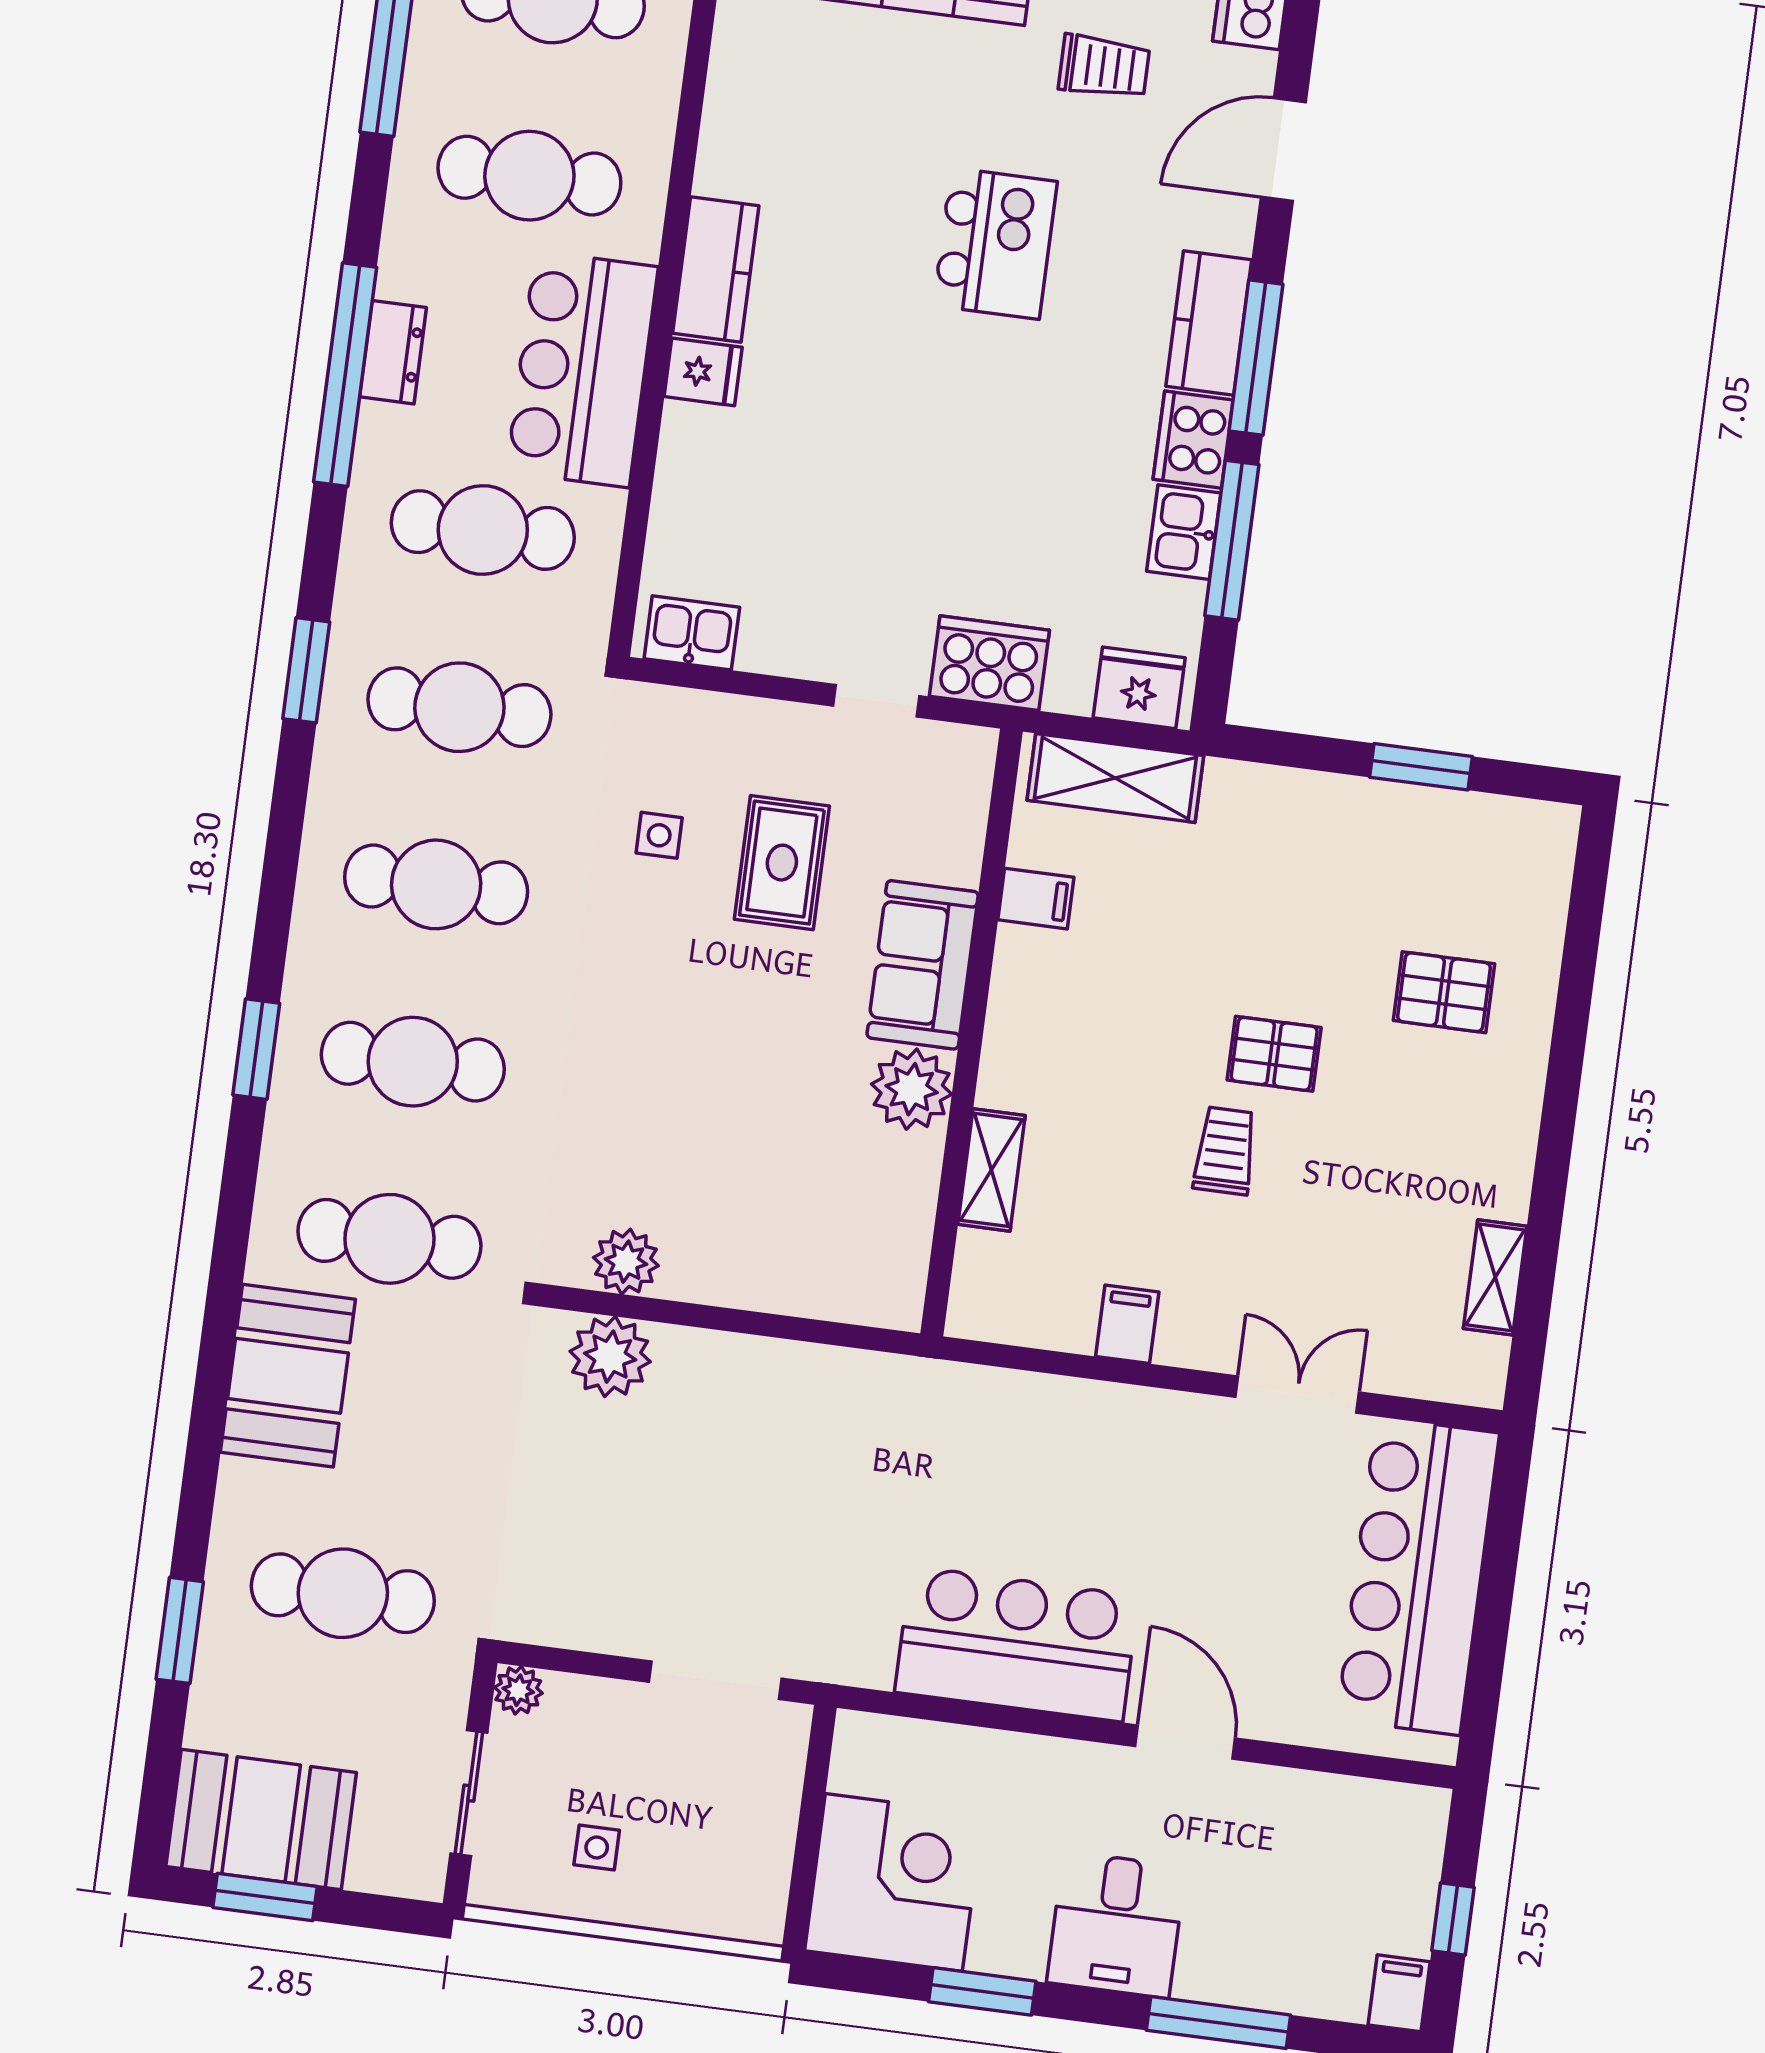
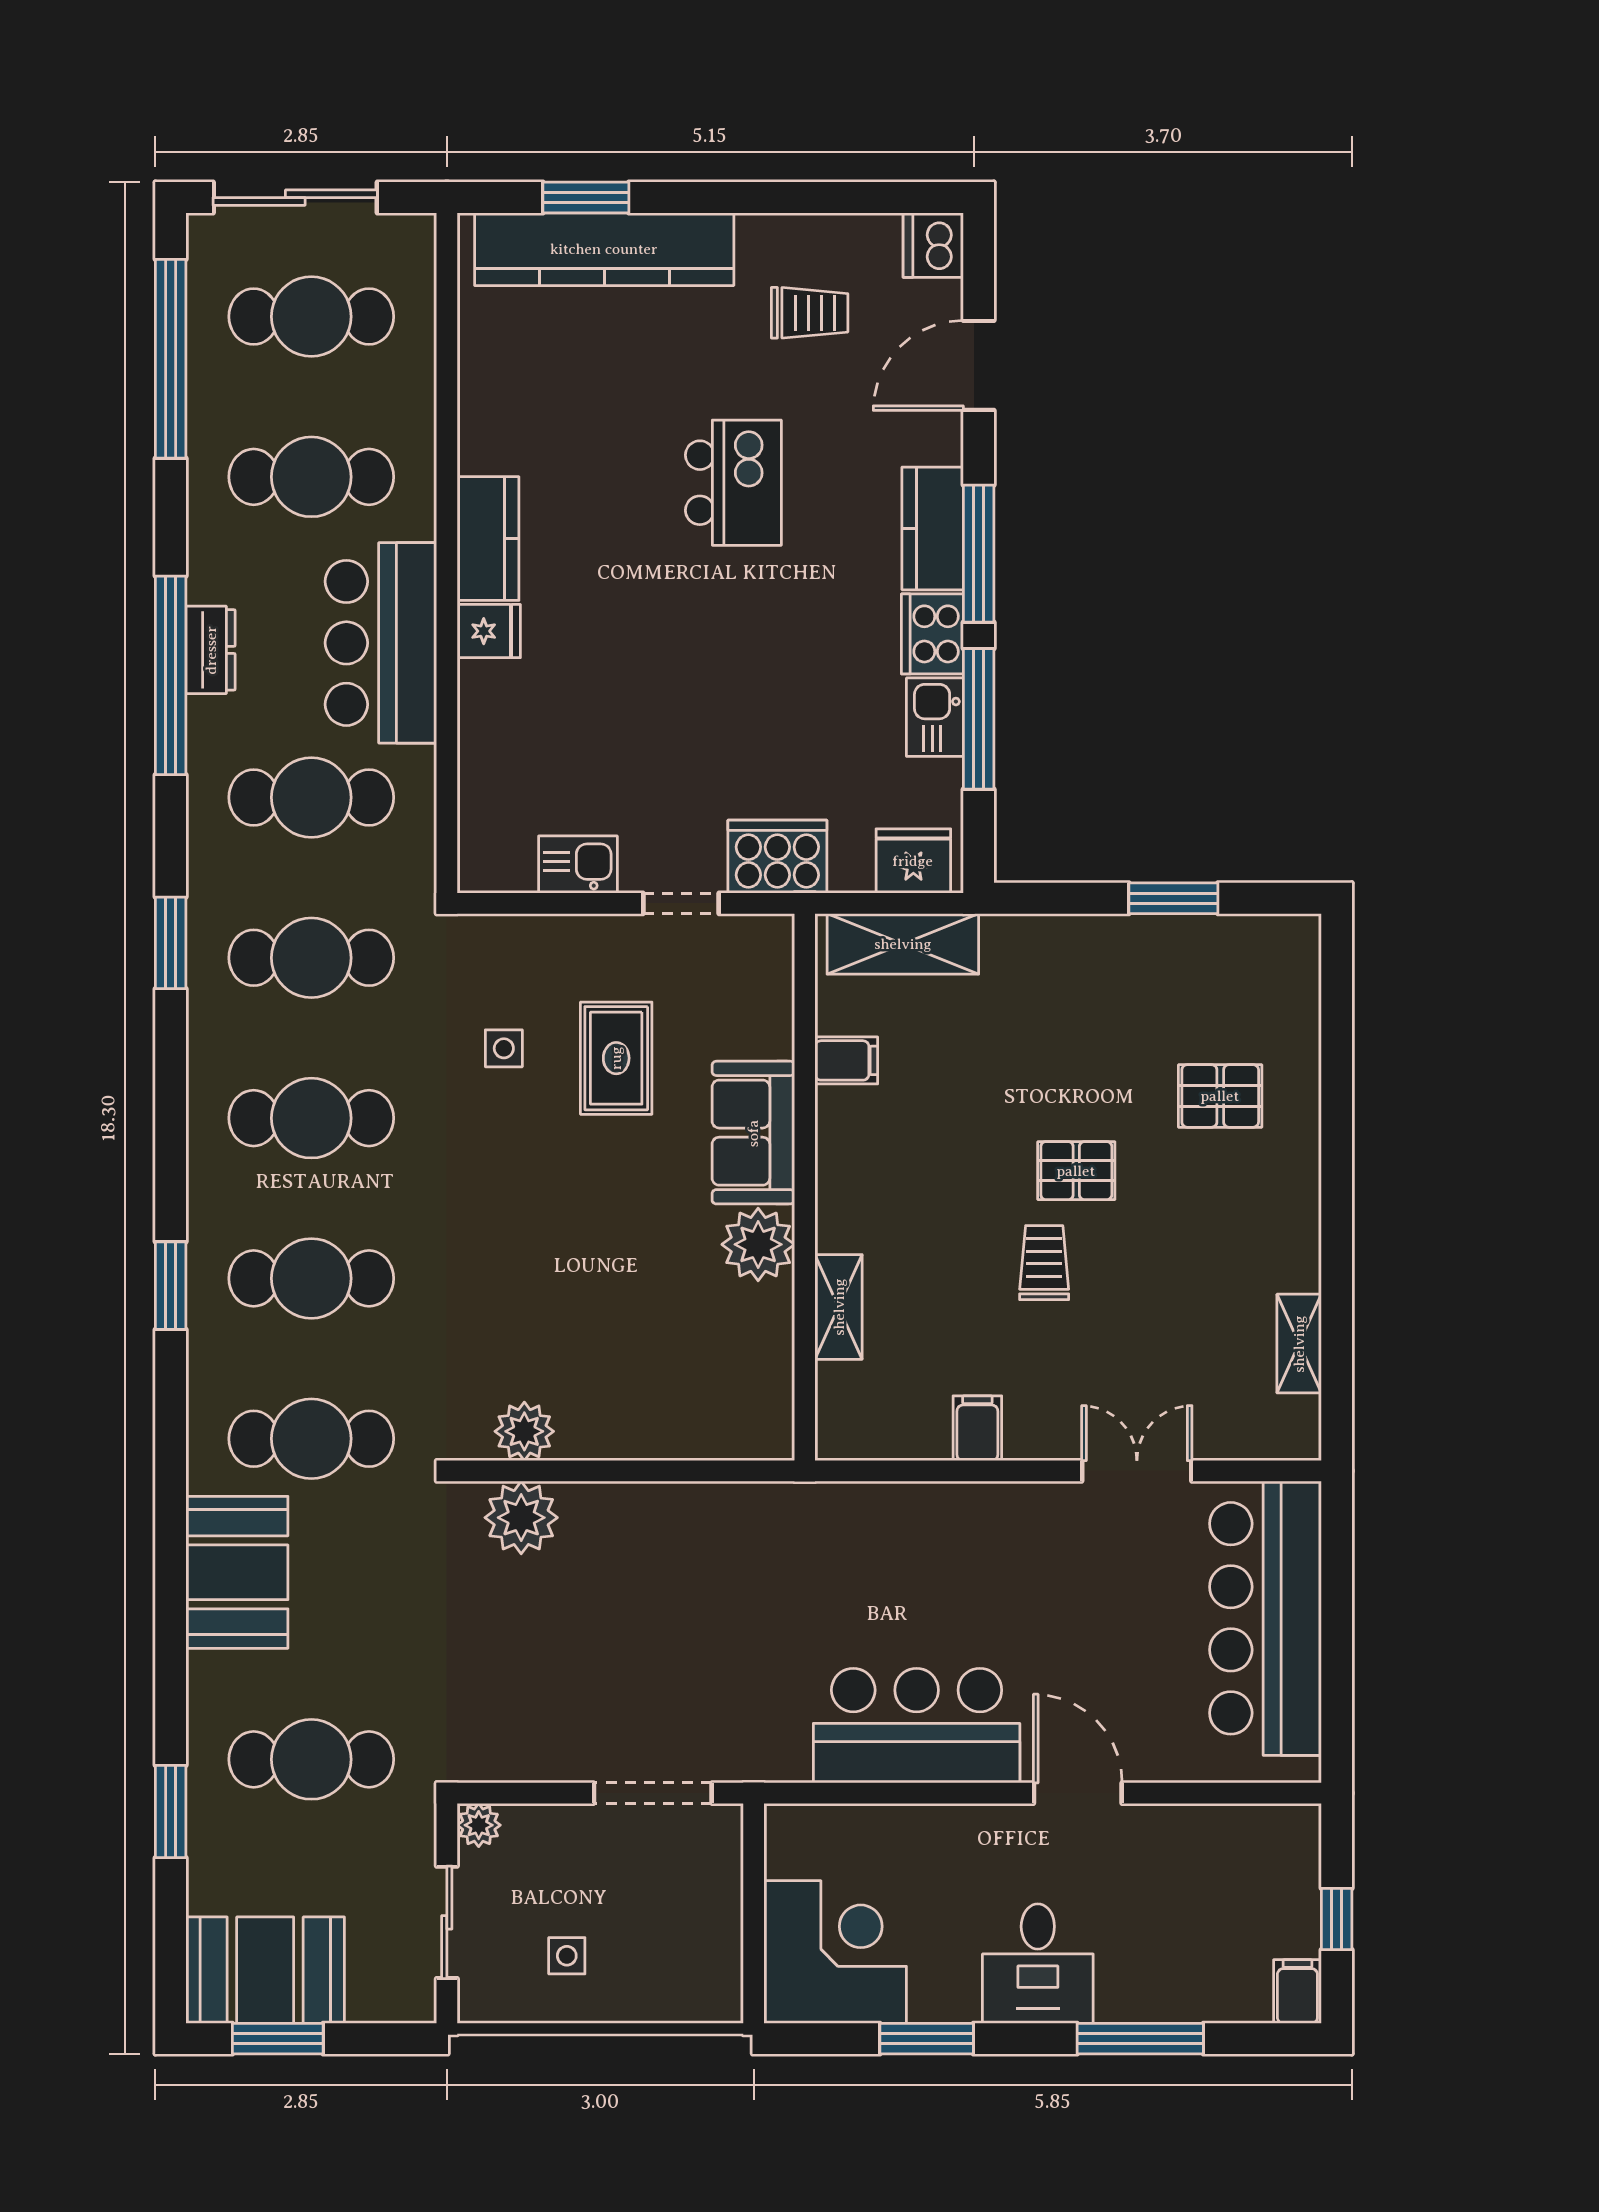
kitchen sink: (692, 633) -> (578, 864), moved

